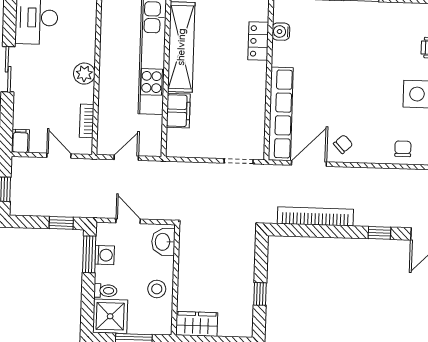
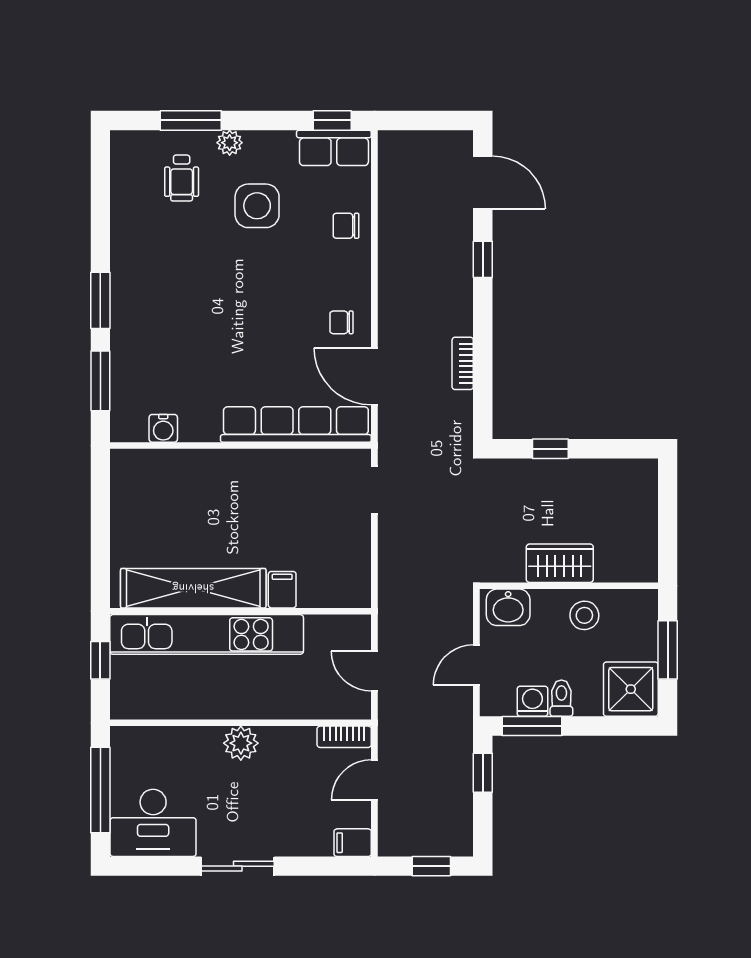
locker: (258, 41) -> (180, 464), removed
filing cabinet: (178, 111) -> (282, 590), width x0.50
bookcase: (87, 121) -> (344, 737), moved
chair: (343, 144) -> (342, 322), turned -47
bookcase: (315, 216) -> (463, 363), width x0.43, depth x0.76
toilet: (105, 291) -> (561, 698), moved
window: (260, 294) -> (550, 449), moved
wardrobe: (197, 324) -> (560, 563), moved, turned 90

